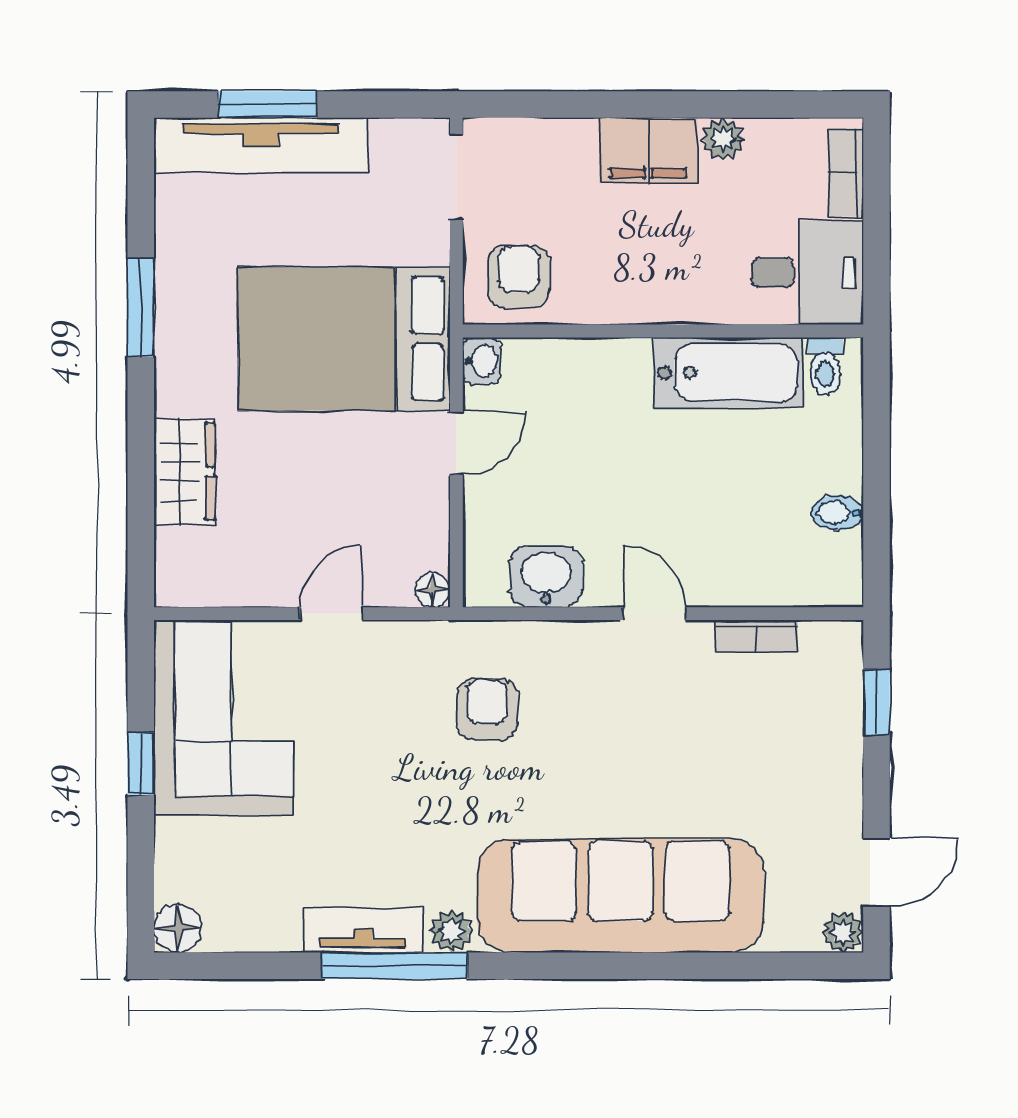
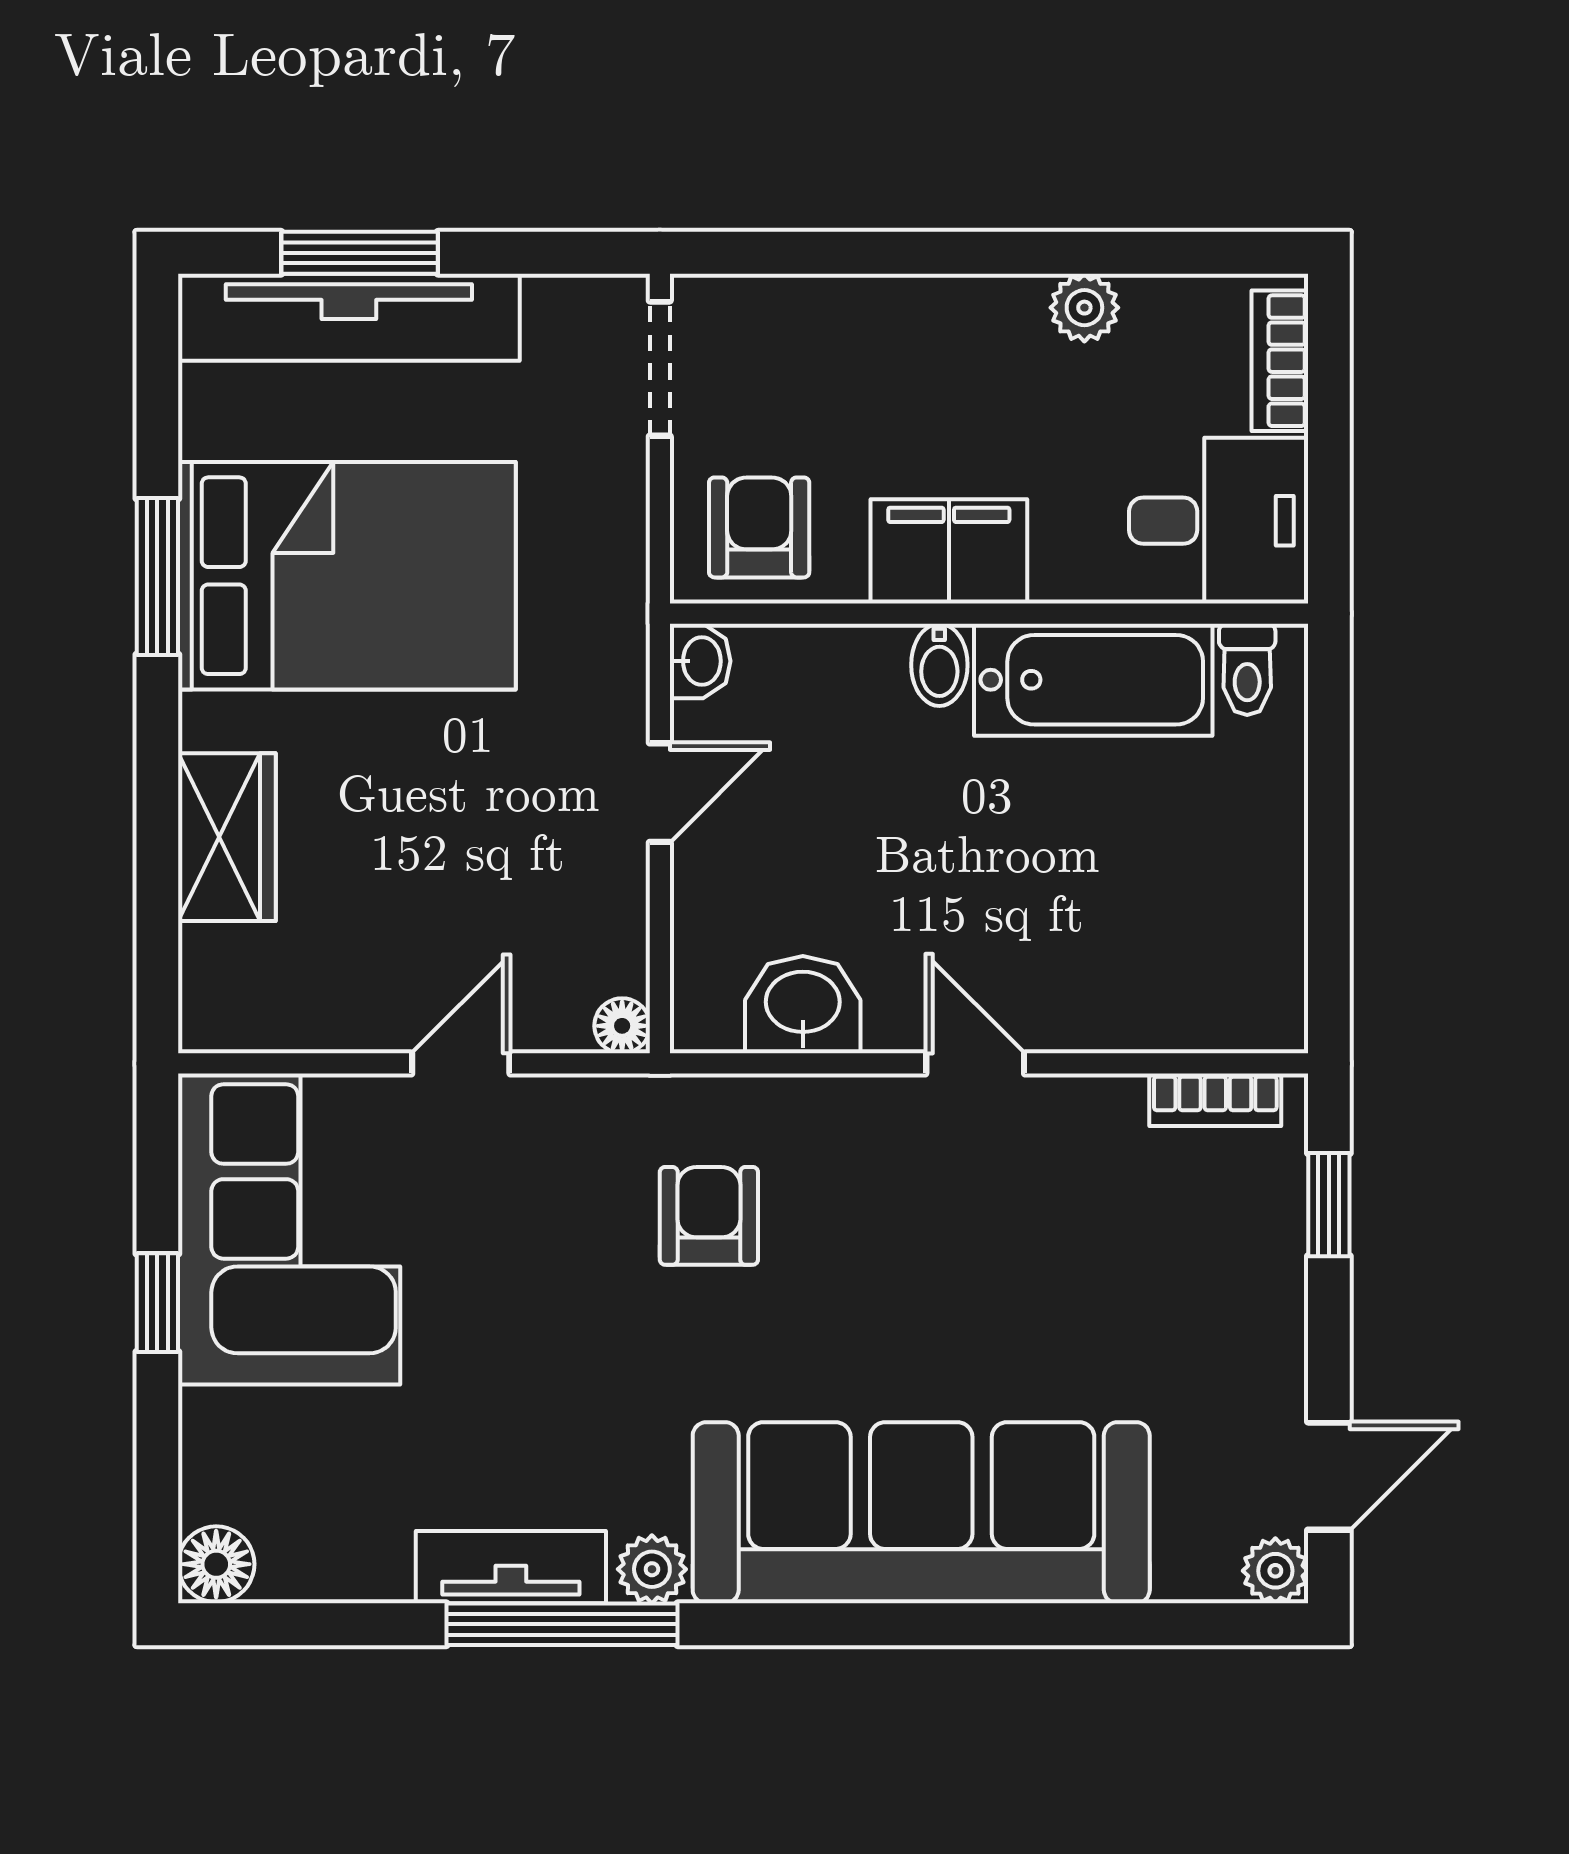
filing cabinet: (648, 150) -> (949, 551), moved, turned 180
bed: (344, 339) -> (347, 576), moved, turned 180
bidet: (838, 513) -> (939, 665), moved, turned -90
bookcase: (756, 636) -> (1215, 1100), moved

